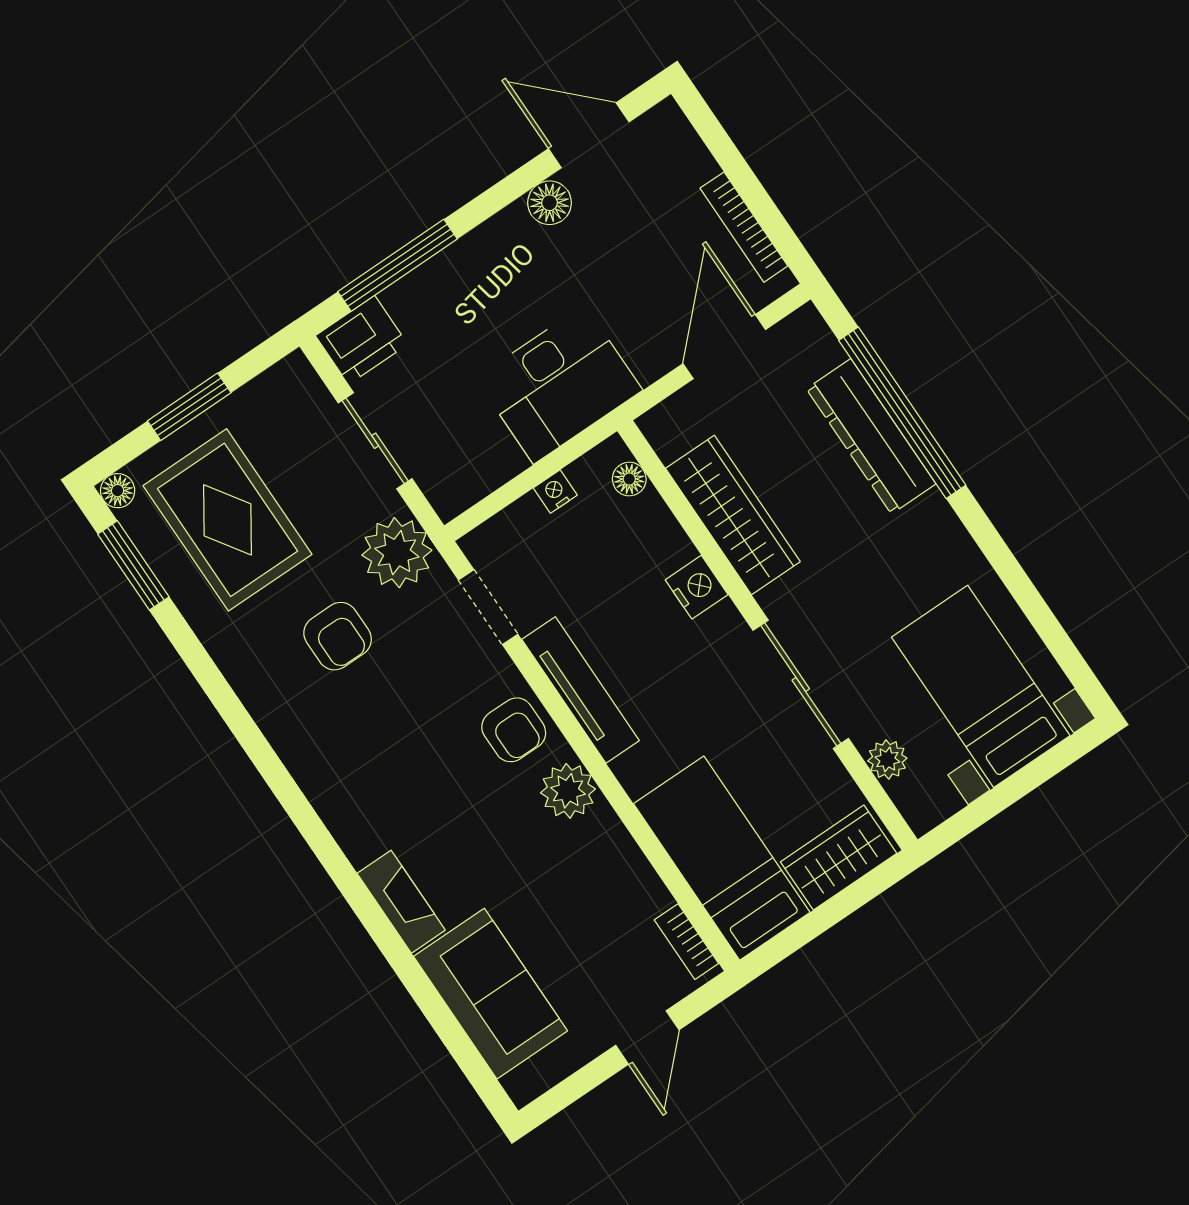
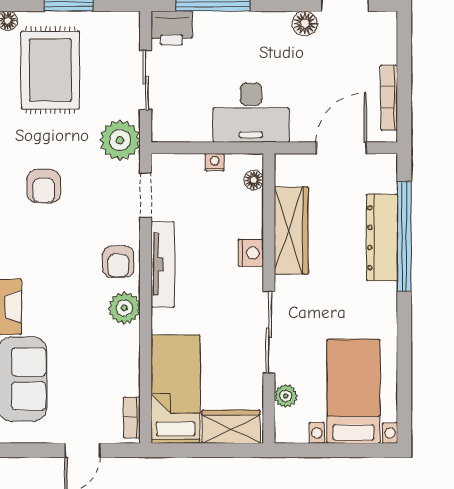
armchair: (338, 636) -> (44, 186), moved

